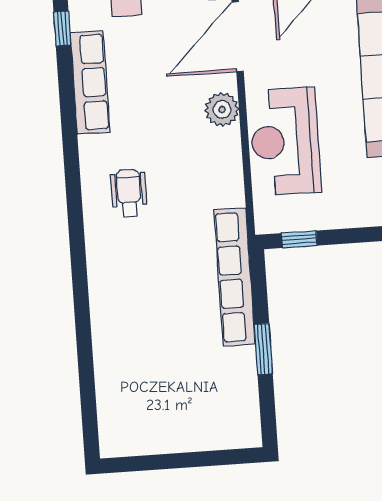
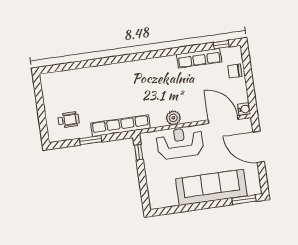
plant: (222, 109) -> (173, 118), moved
wheelchair: (129, 193) -> (69, 120), moved

